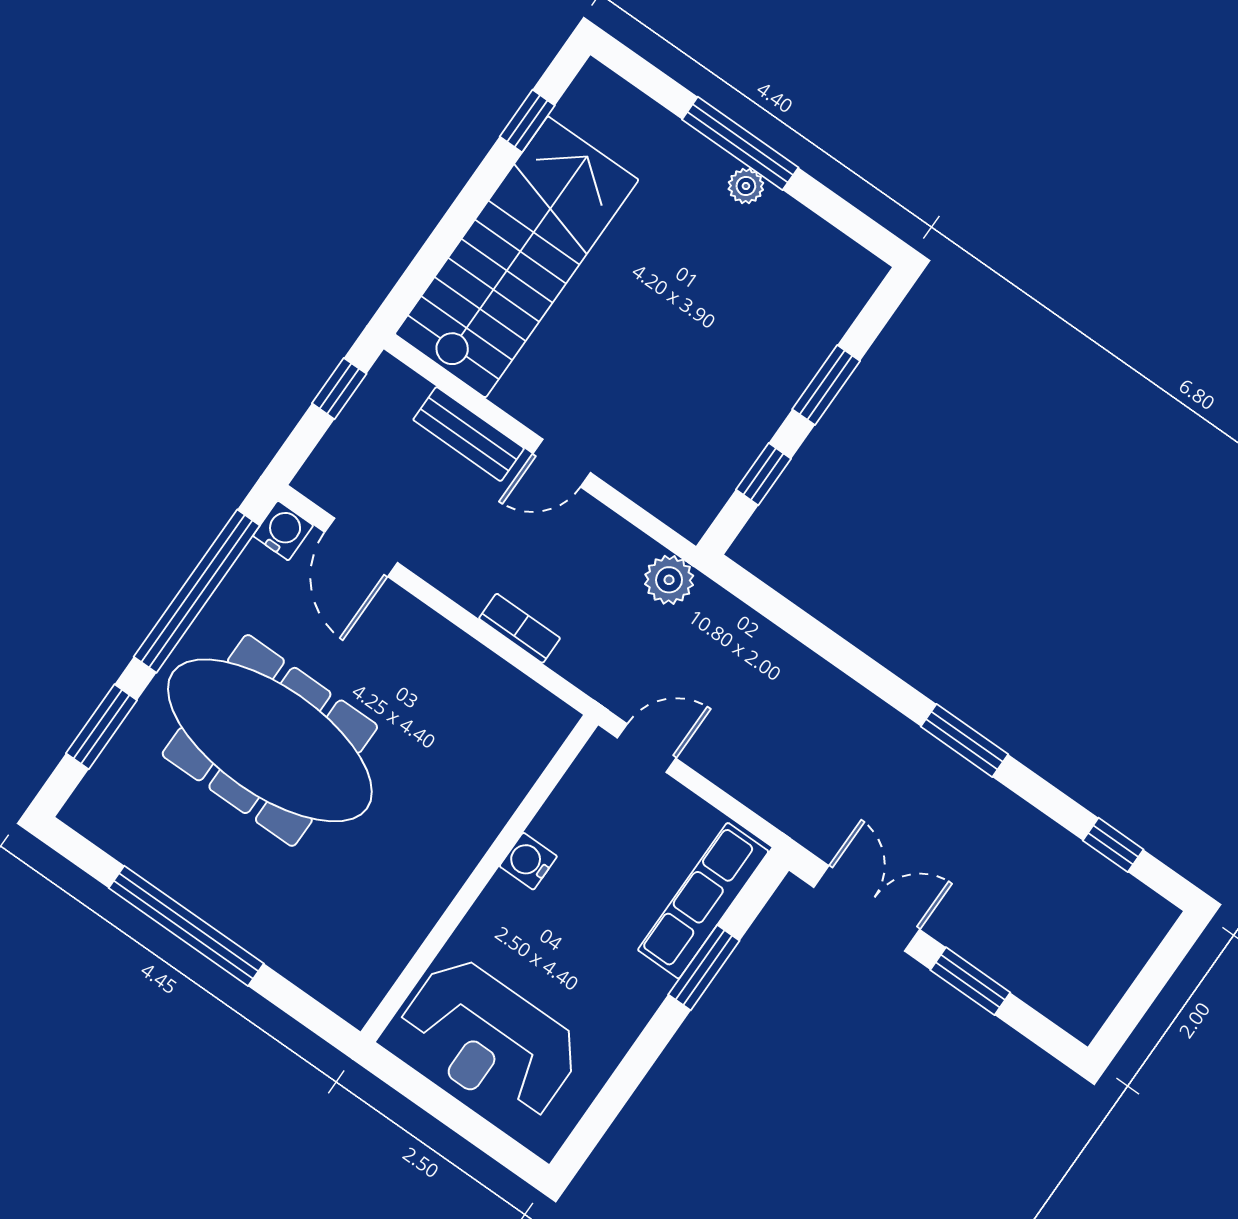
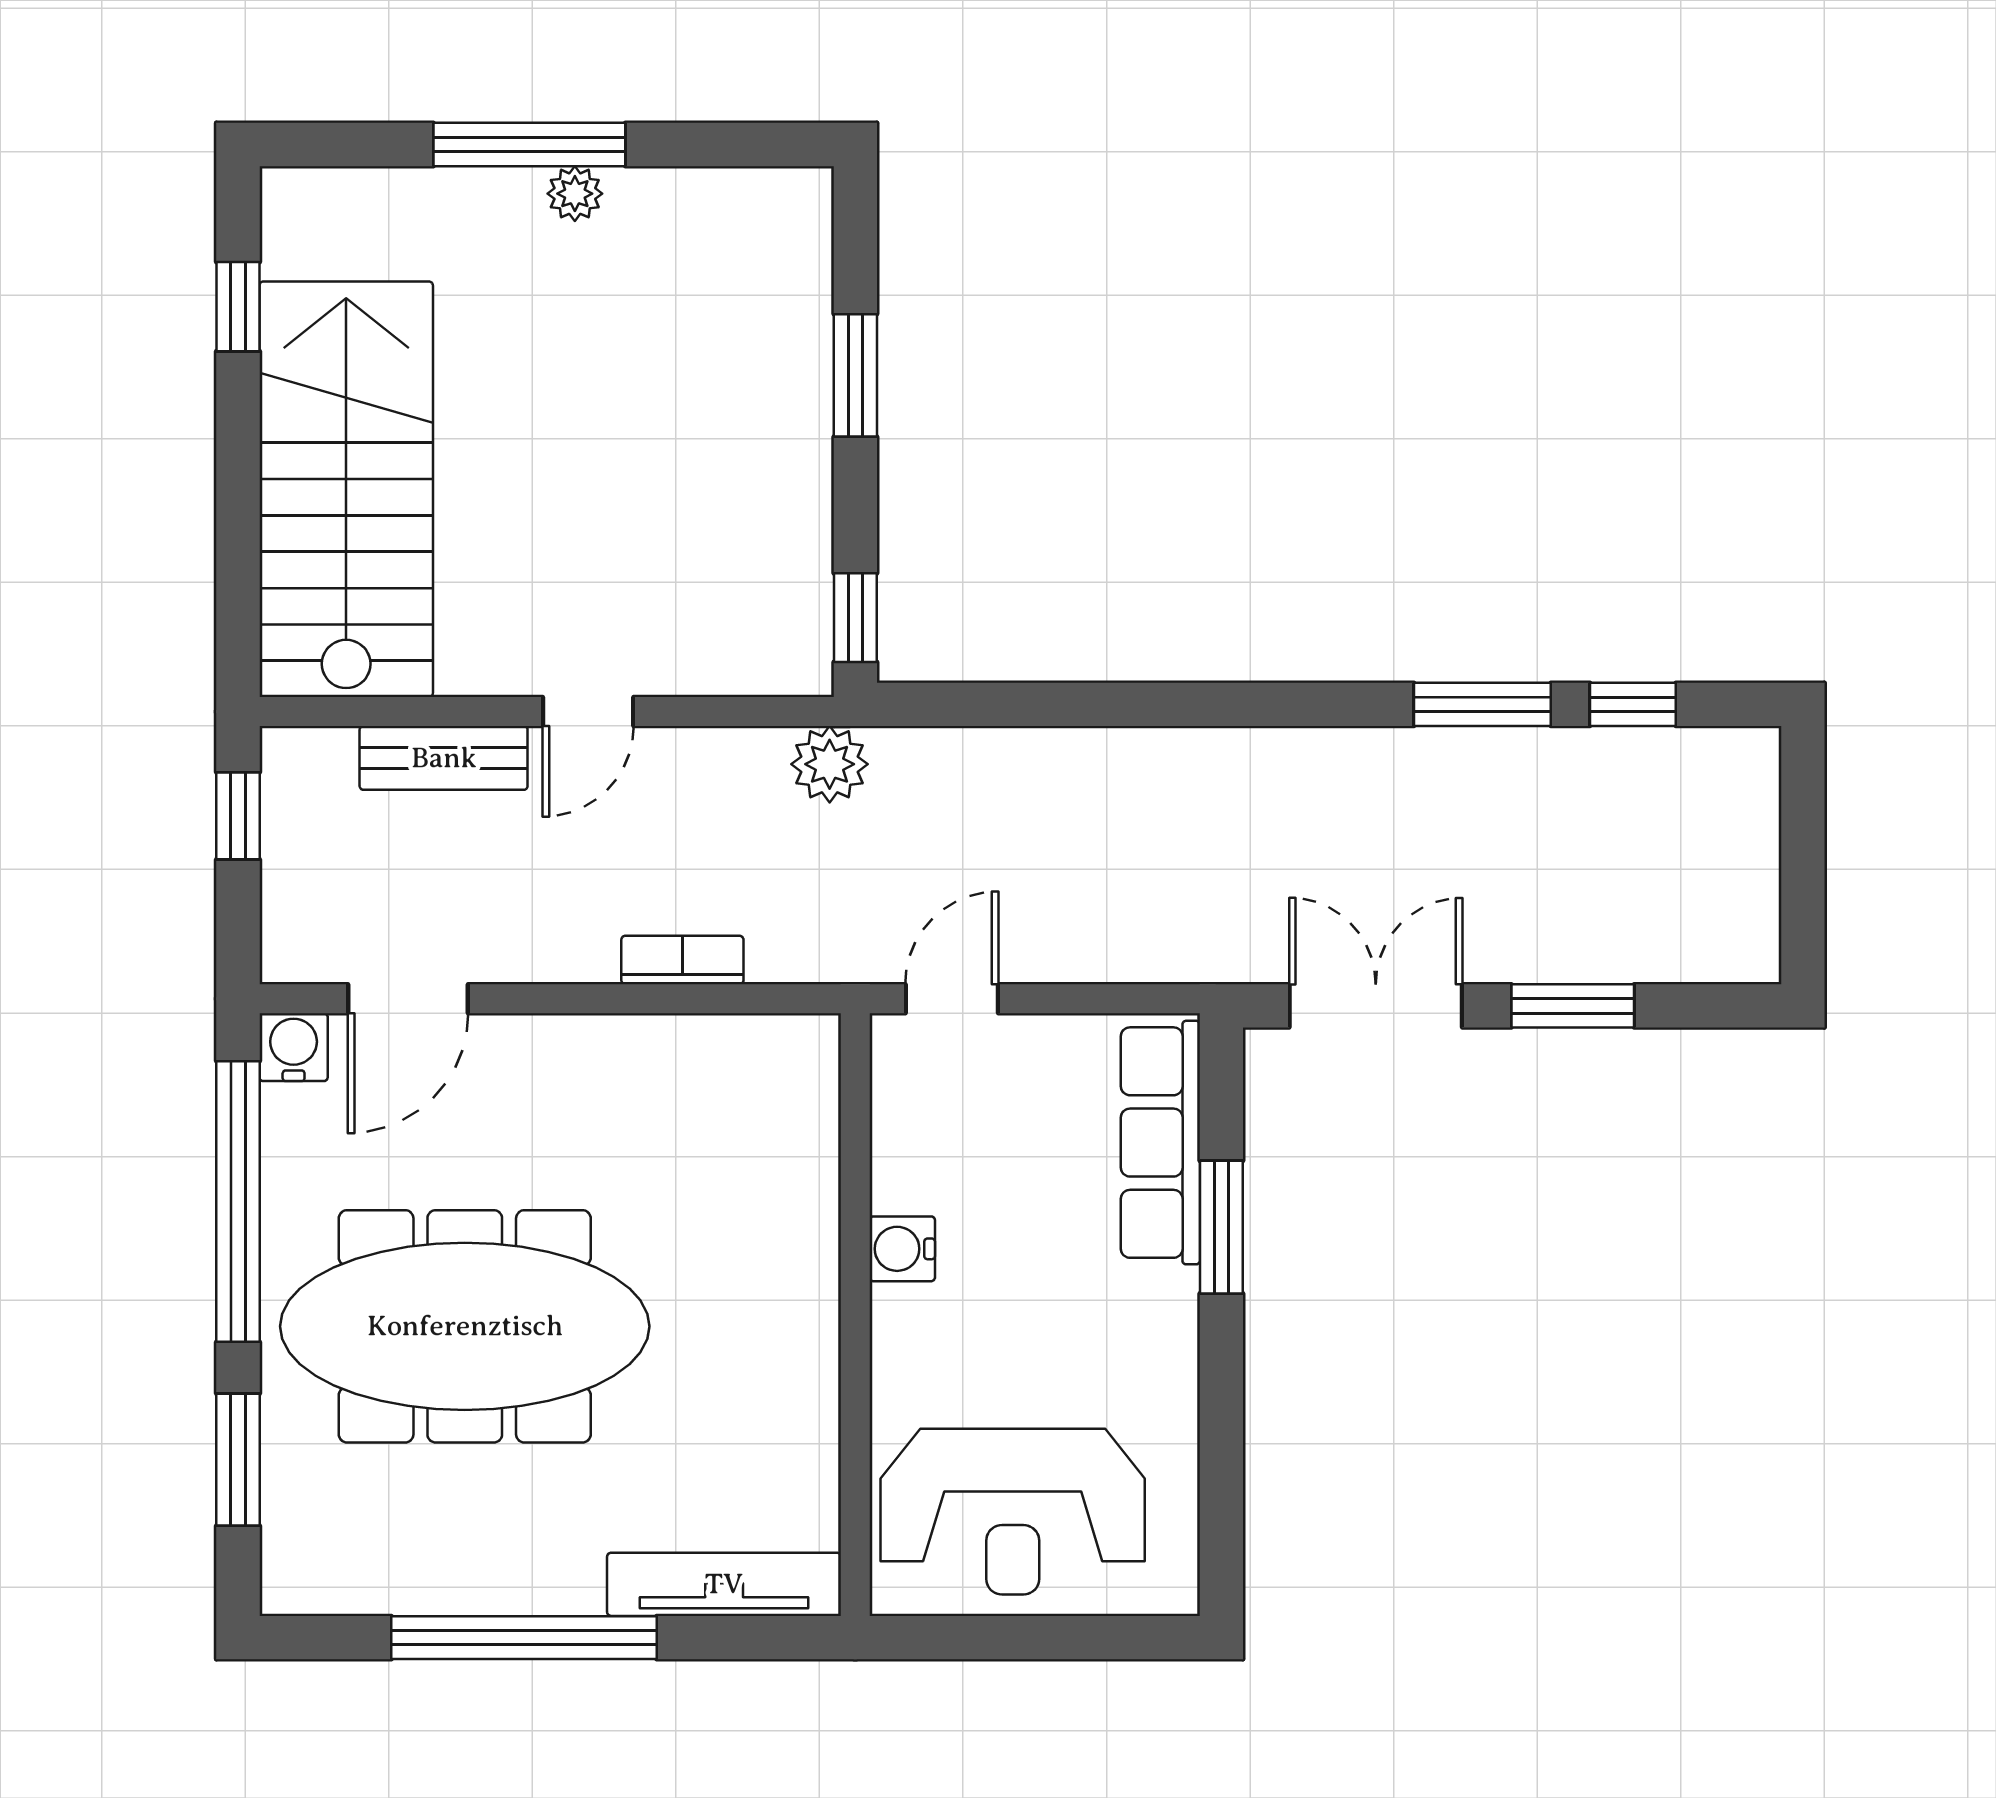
window: (764, 474) -> (855, 618), moved
door: (361, 547) -> (408, 999), hinge flipped
window: (964, 740) -> (1482, 704), moved
tv unit: (311, 972) -> (724, 1584), added

